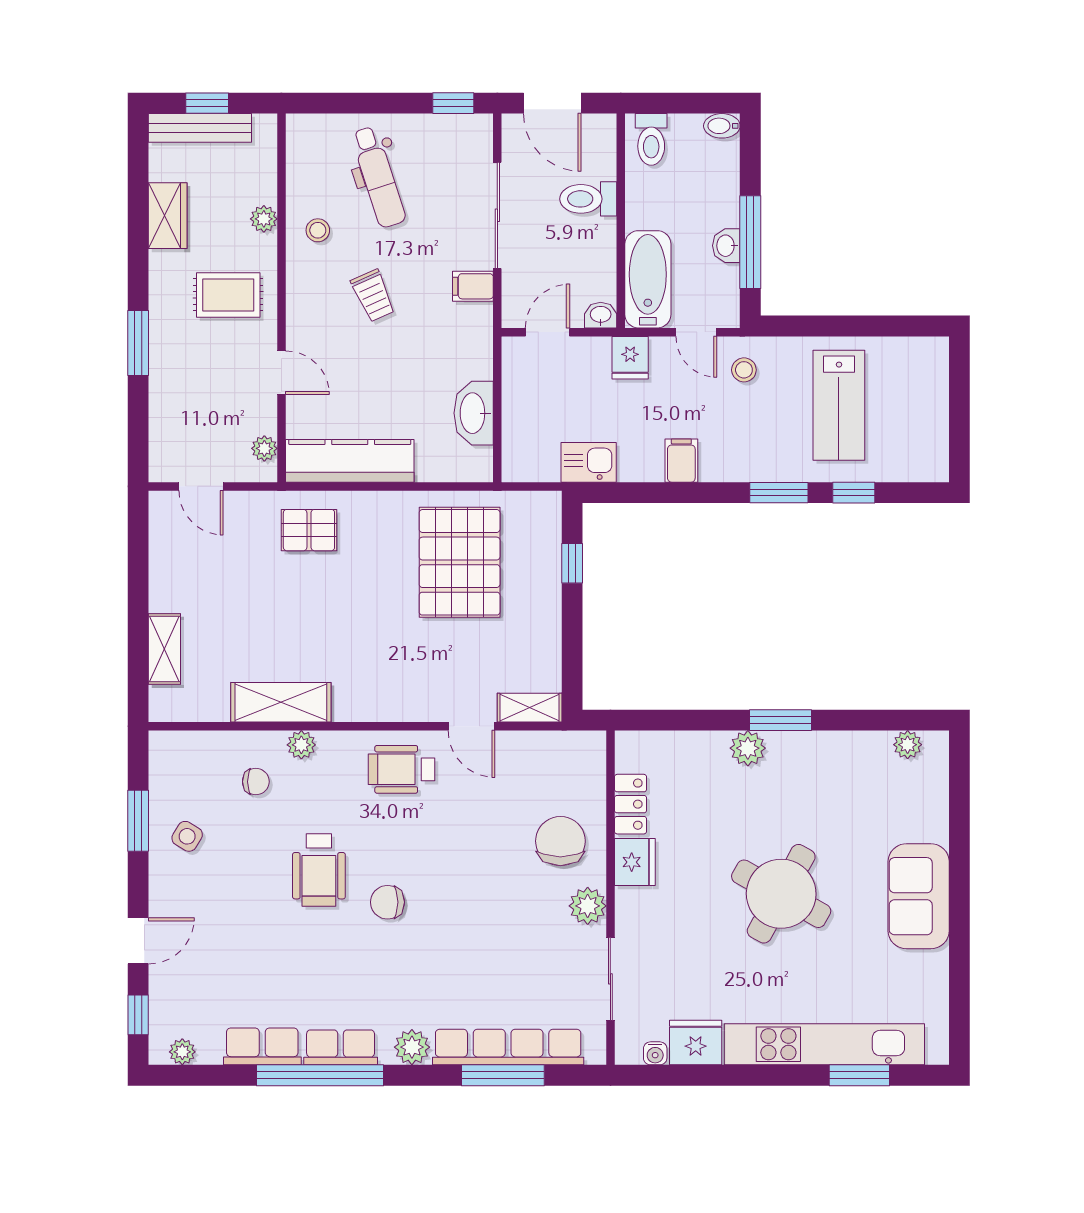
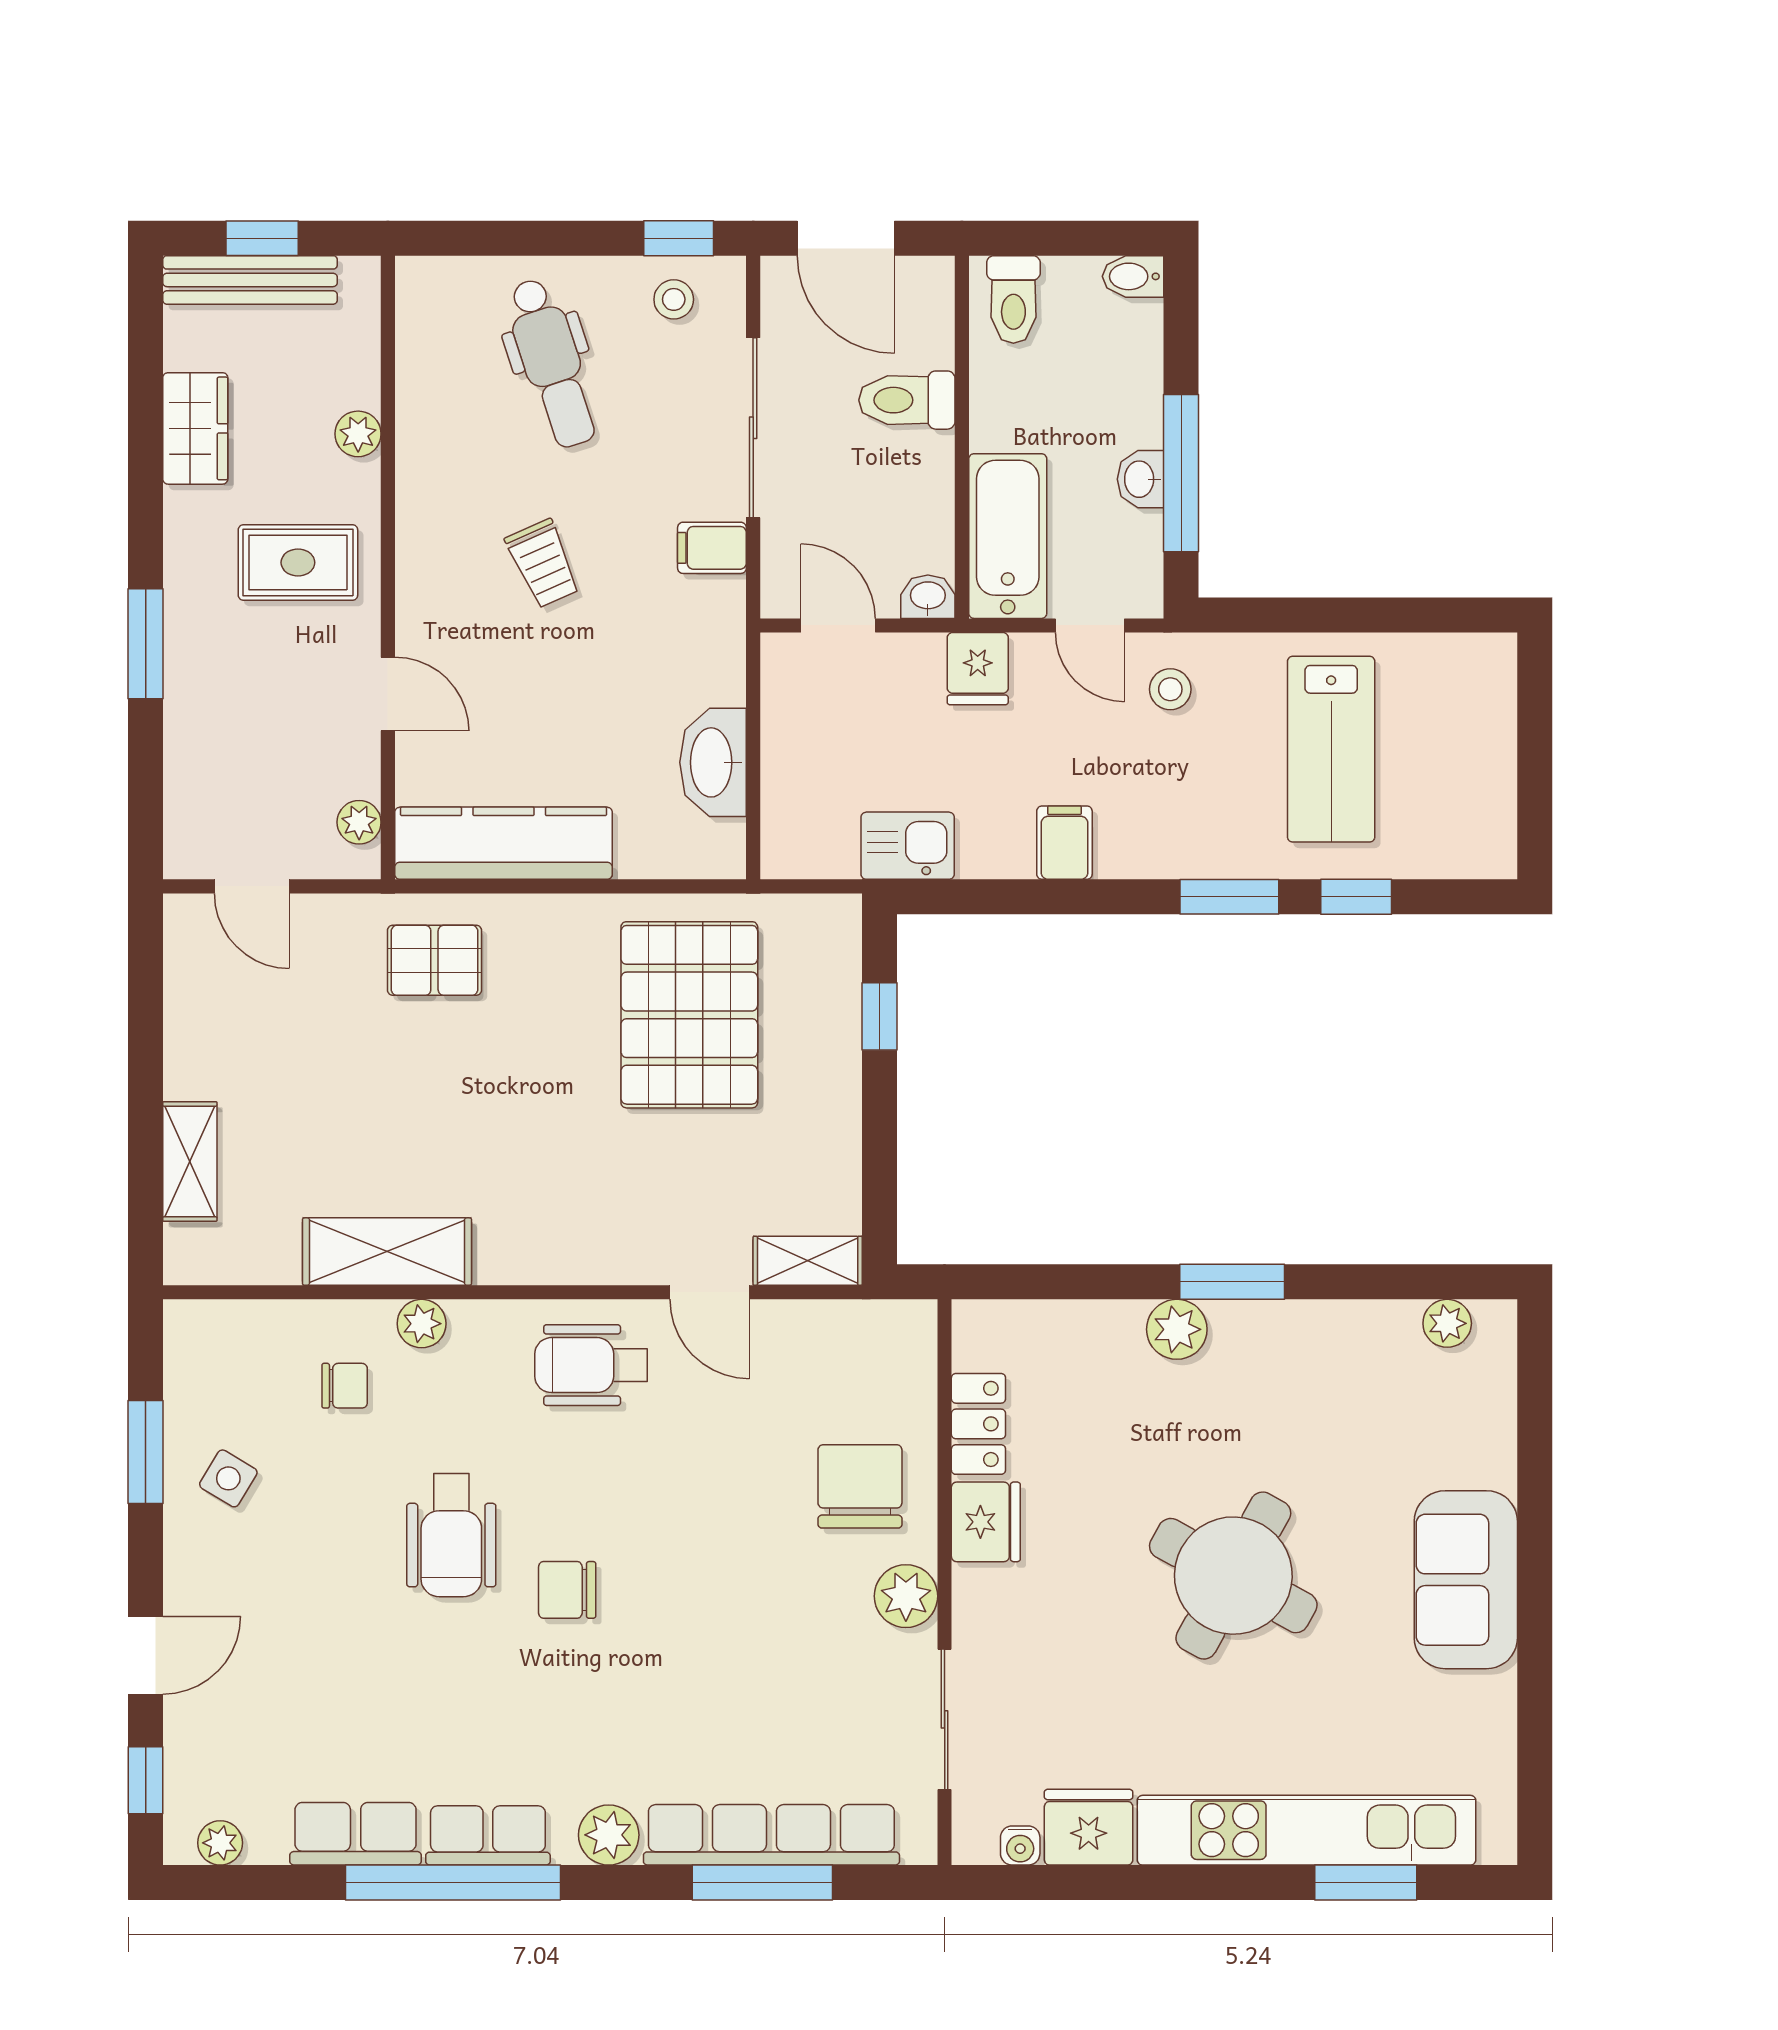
stool: (318, 230) -> (674, 299), moved
door: (548, 332) -> (838, 625), hinge flipped

